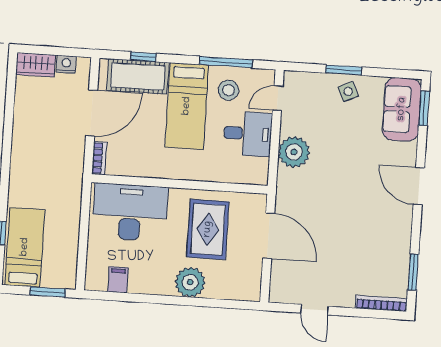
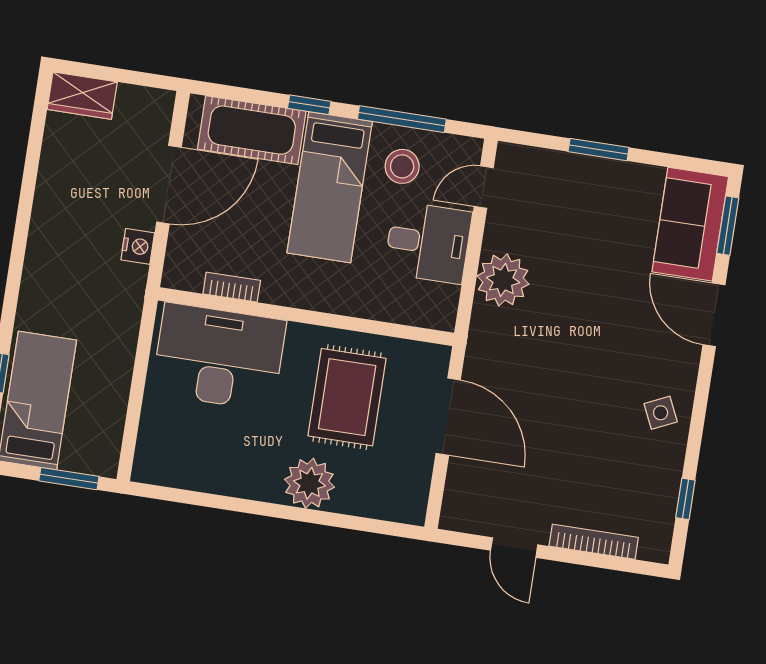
window: (143, 57) -> (309, 105), moved
nightstand: (66, 64) -> (138, 246), moved, turned 90
side table: (348, 91) -> (661, 413), moved
bookcase: (99, 158) -> (232, 287), moved, turned -90
door: (419, 186) -> (714, 315), moved
window: (413, 272) -> (685, 499), width x0.67
filing cabinet: (118, 280) -> (189, 469), removed
bookcase: (381, 303) -> (594, 542), moved

